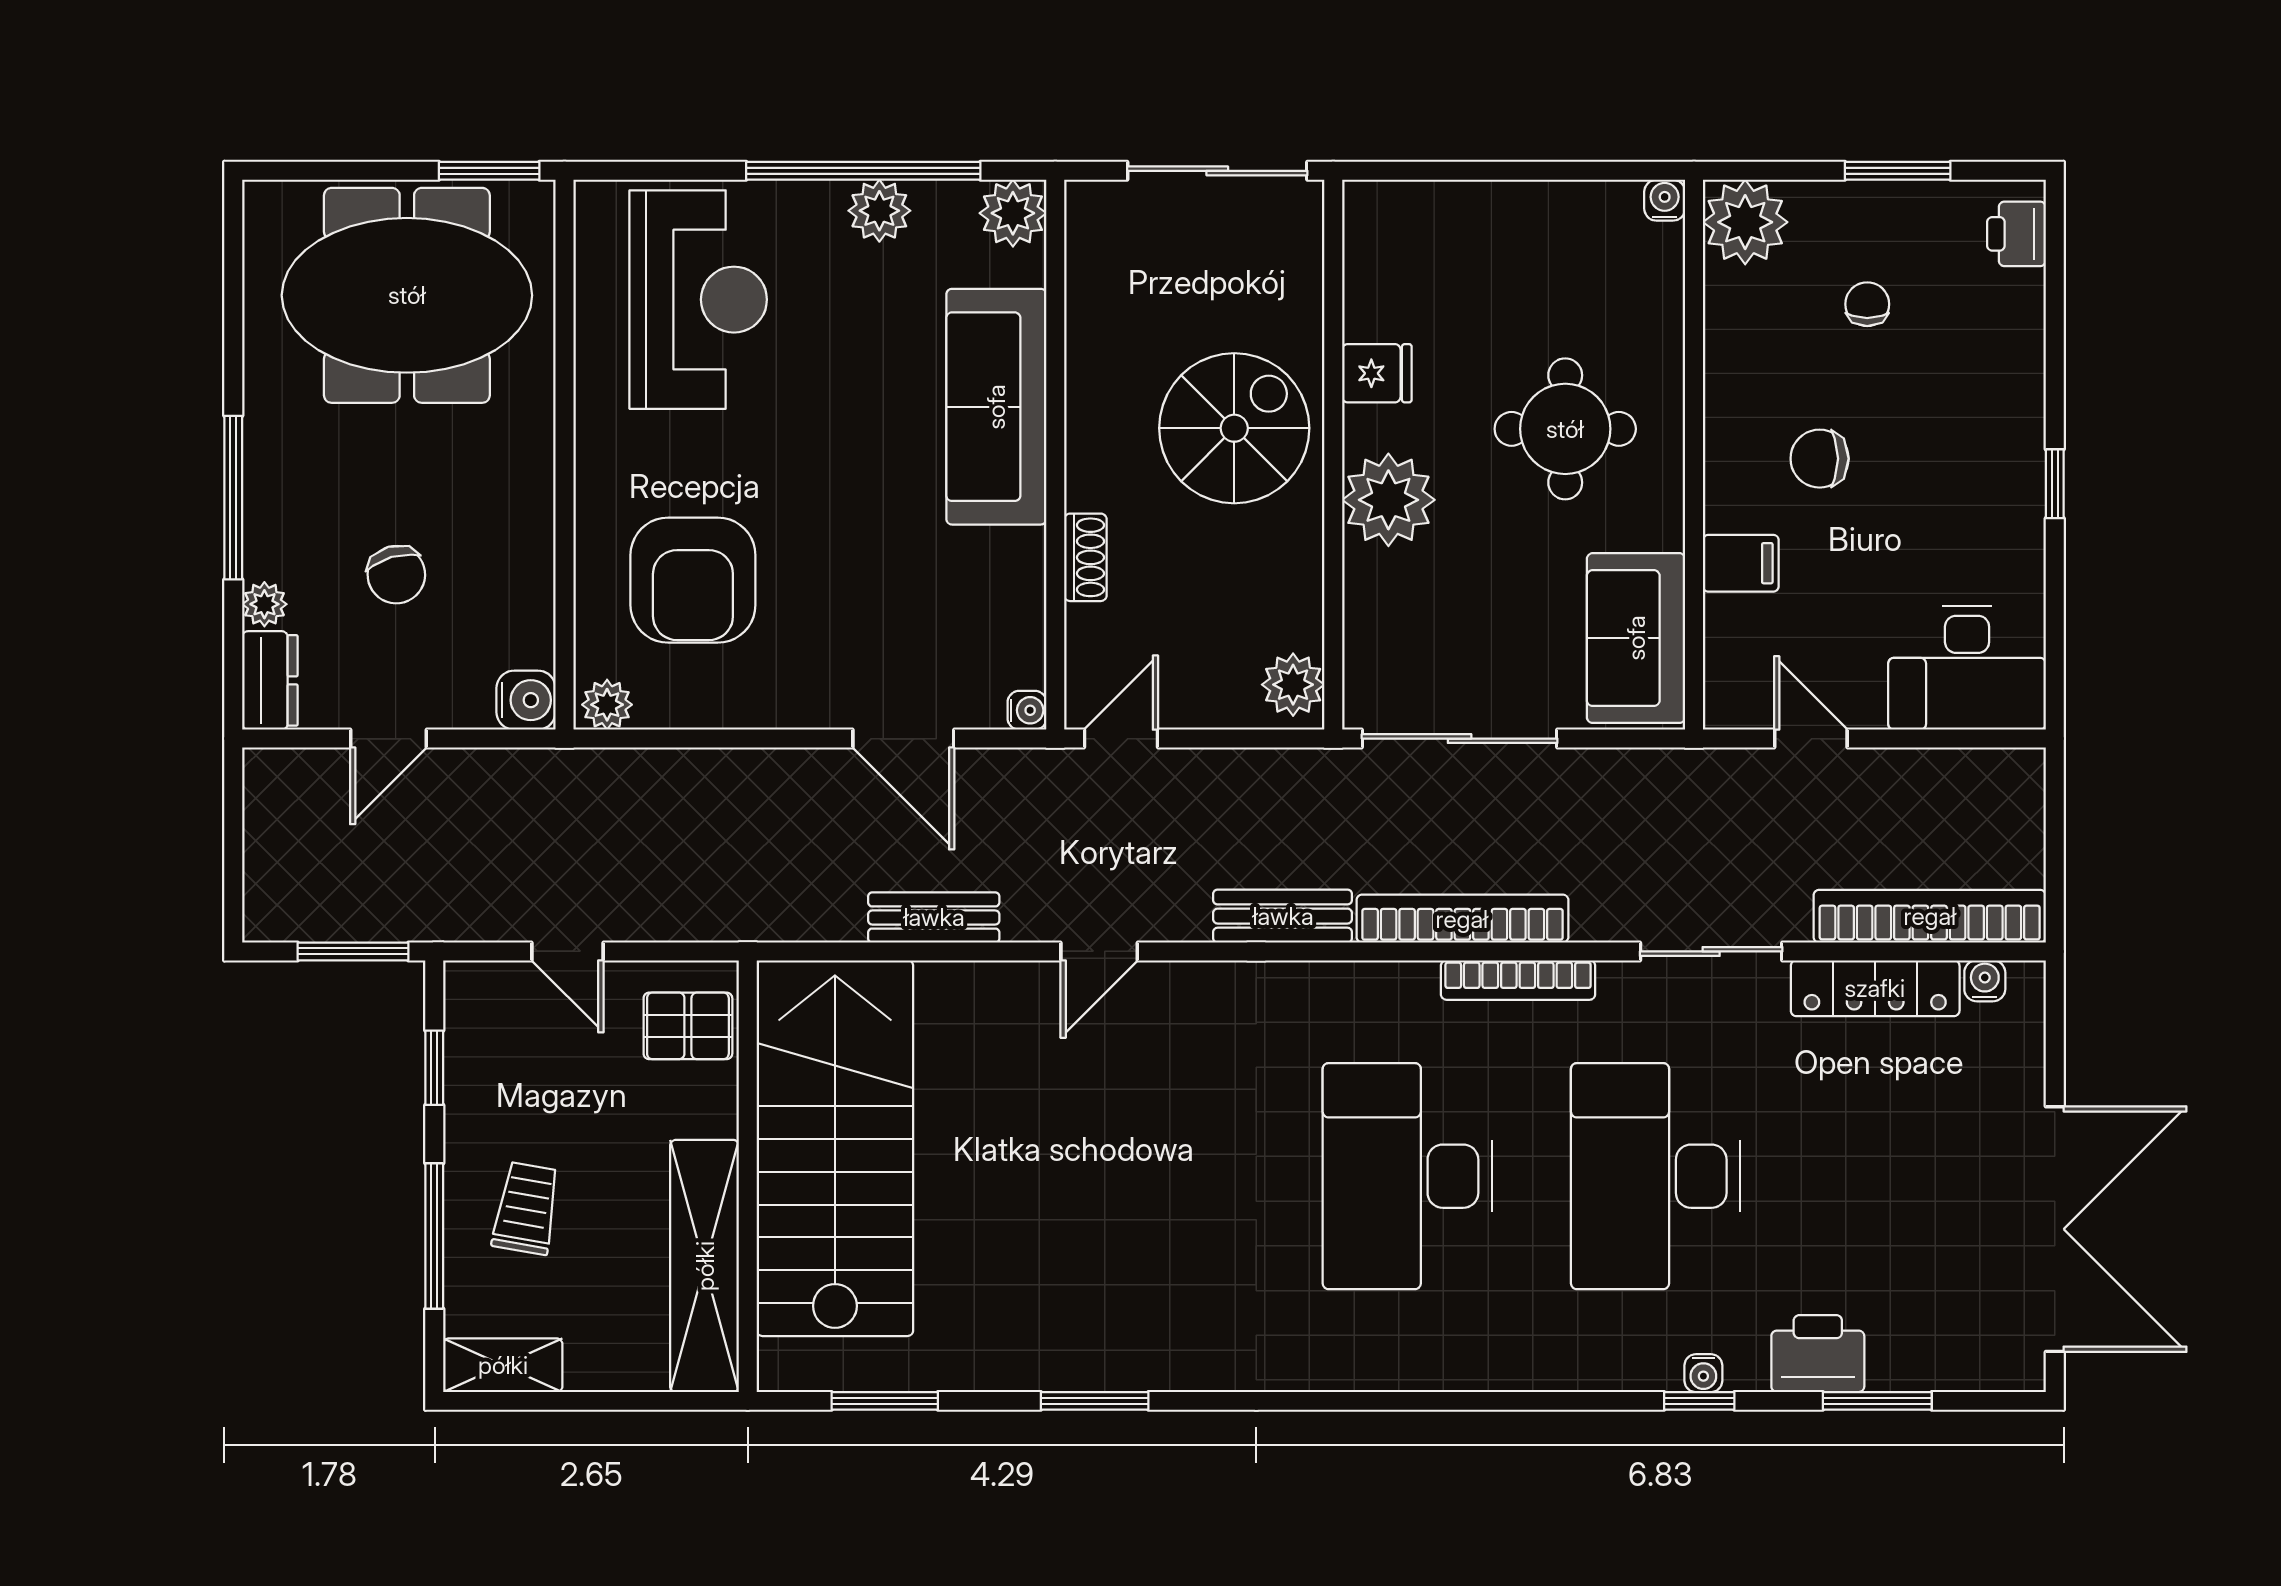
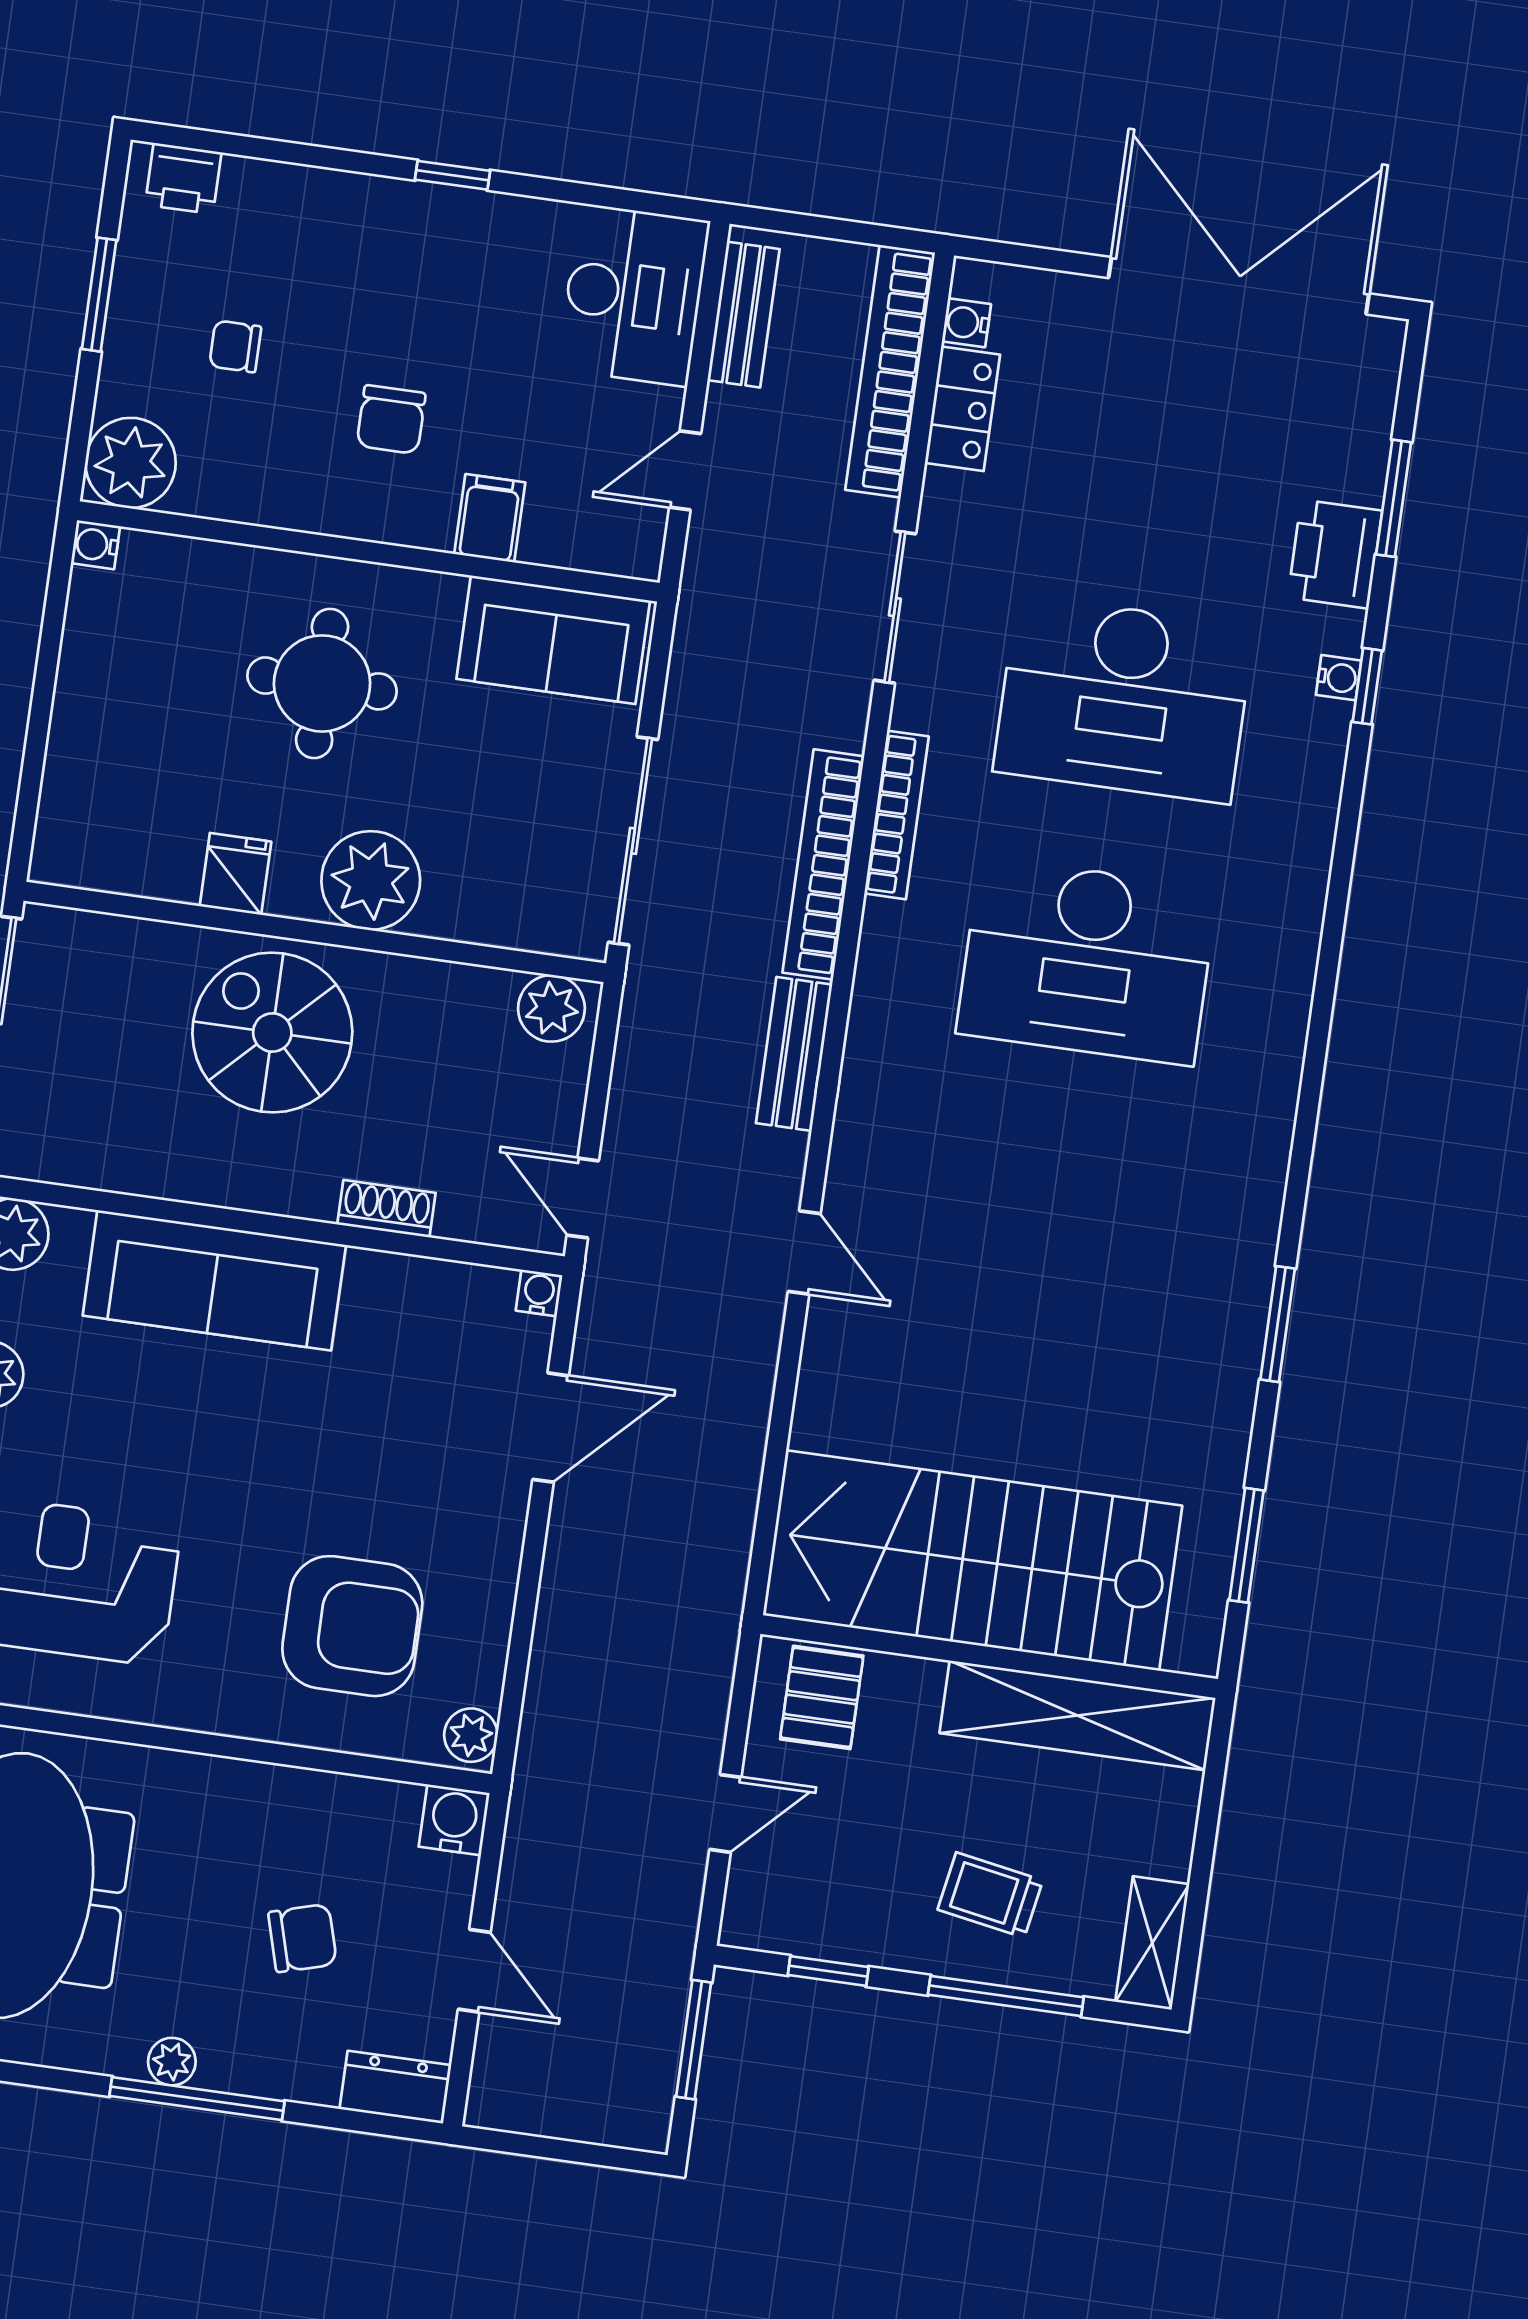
plant: (264, 604) -> (172, 2062), moved
bench: (934, 917) -> (744, 315), moved
locker: (1875, 988) -> (962, 409), width x0.66

